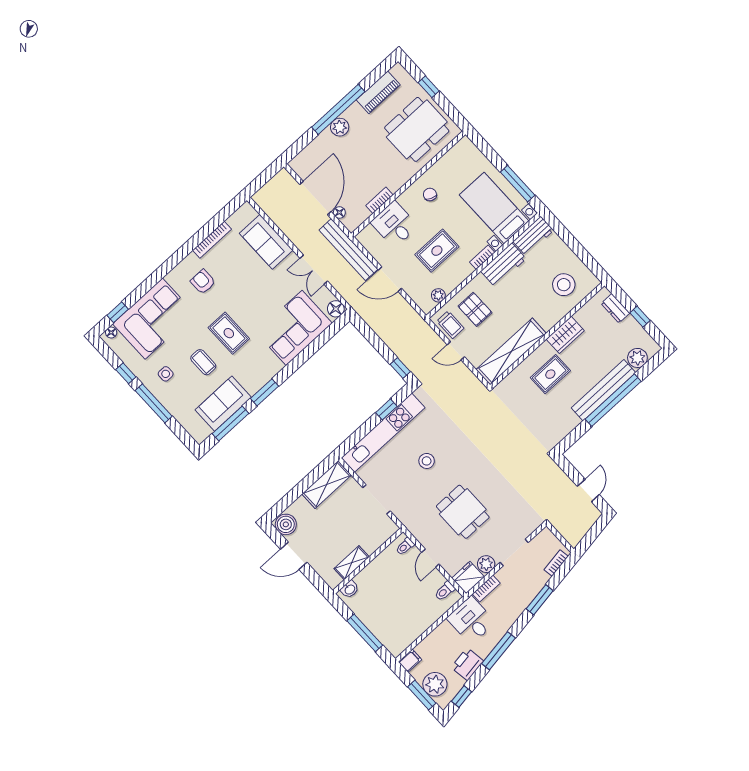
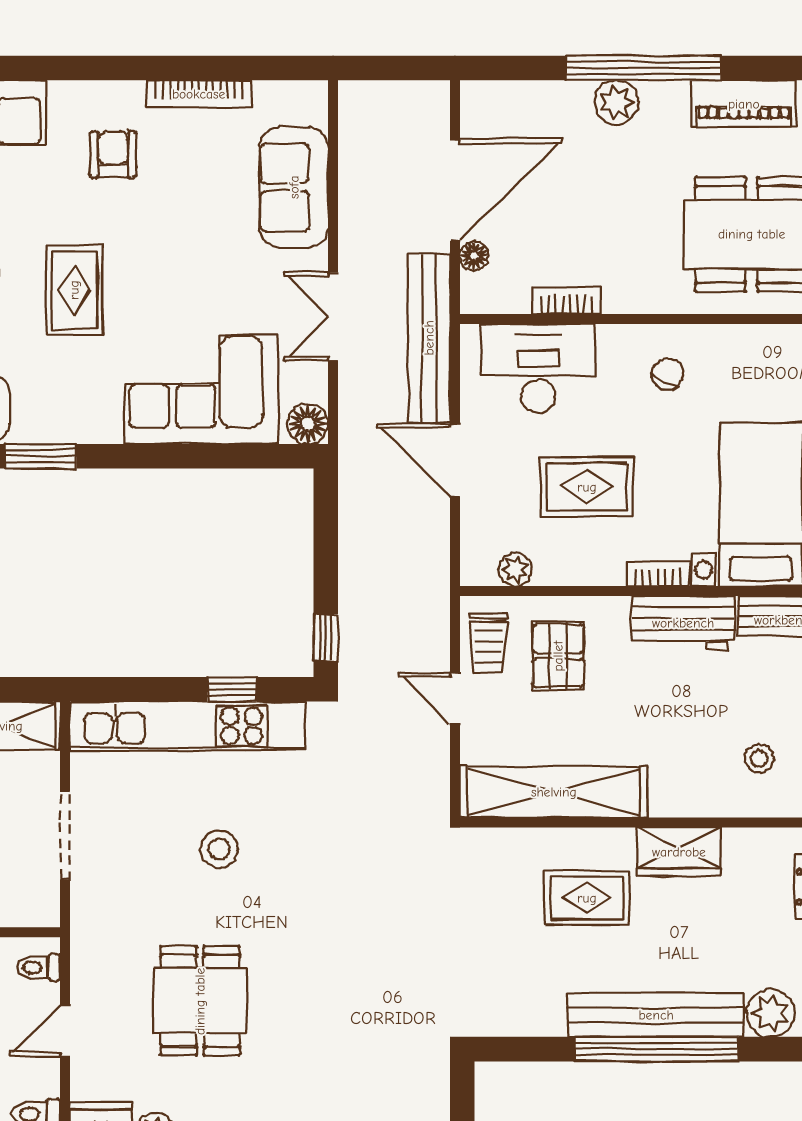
desk: (394, 224) -> (538, 369), width x1.37
stool: (564, 285) -> (759, 759), width x0.53, depth x0.53

